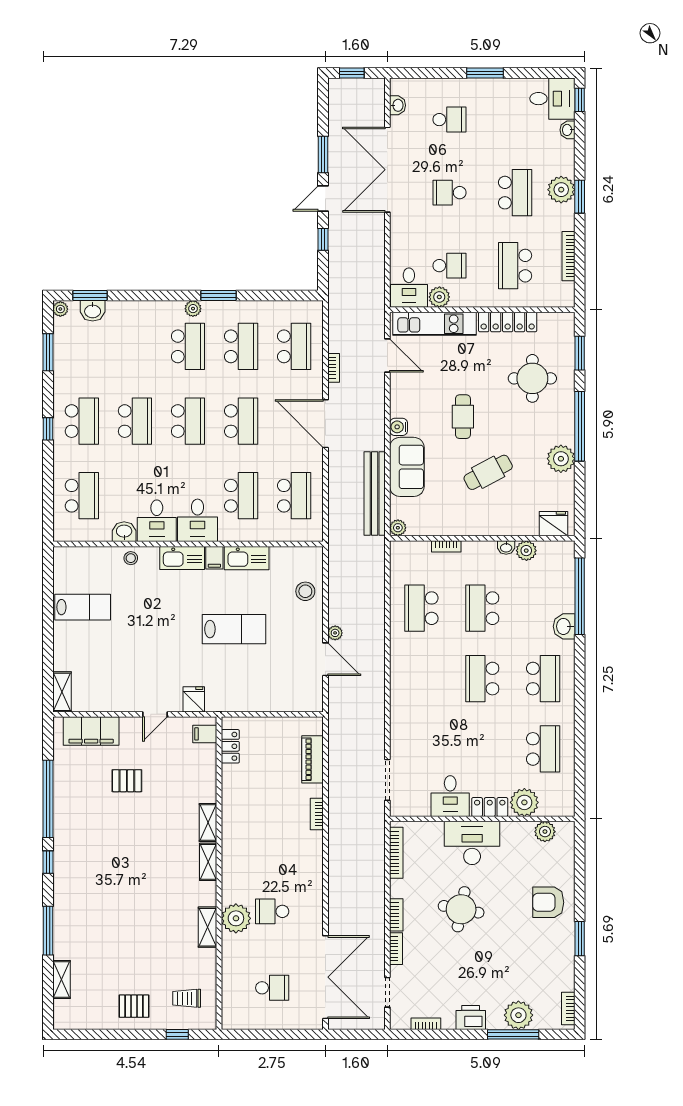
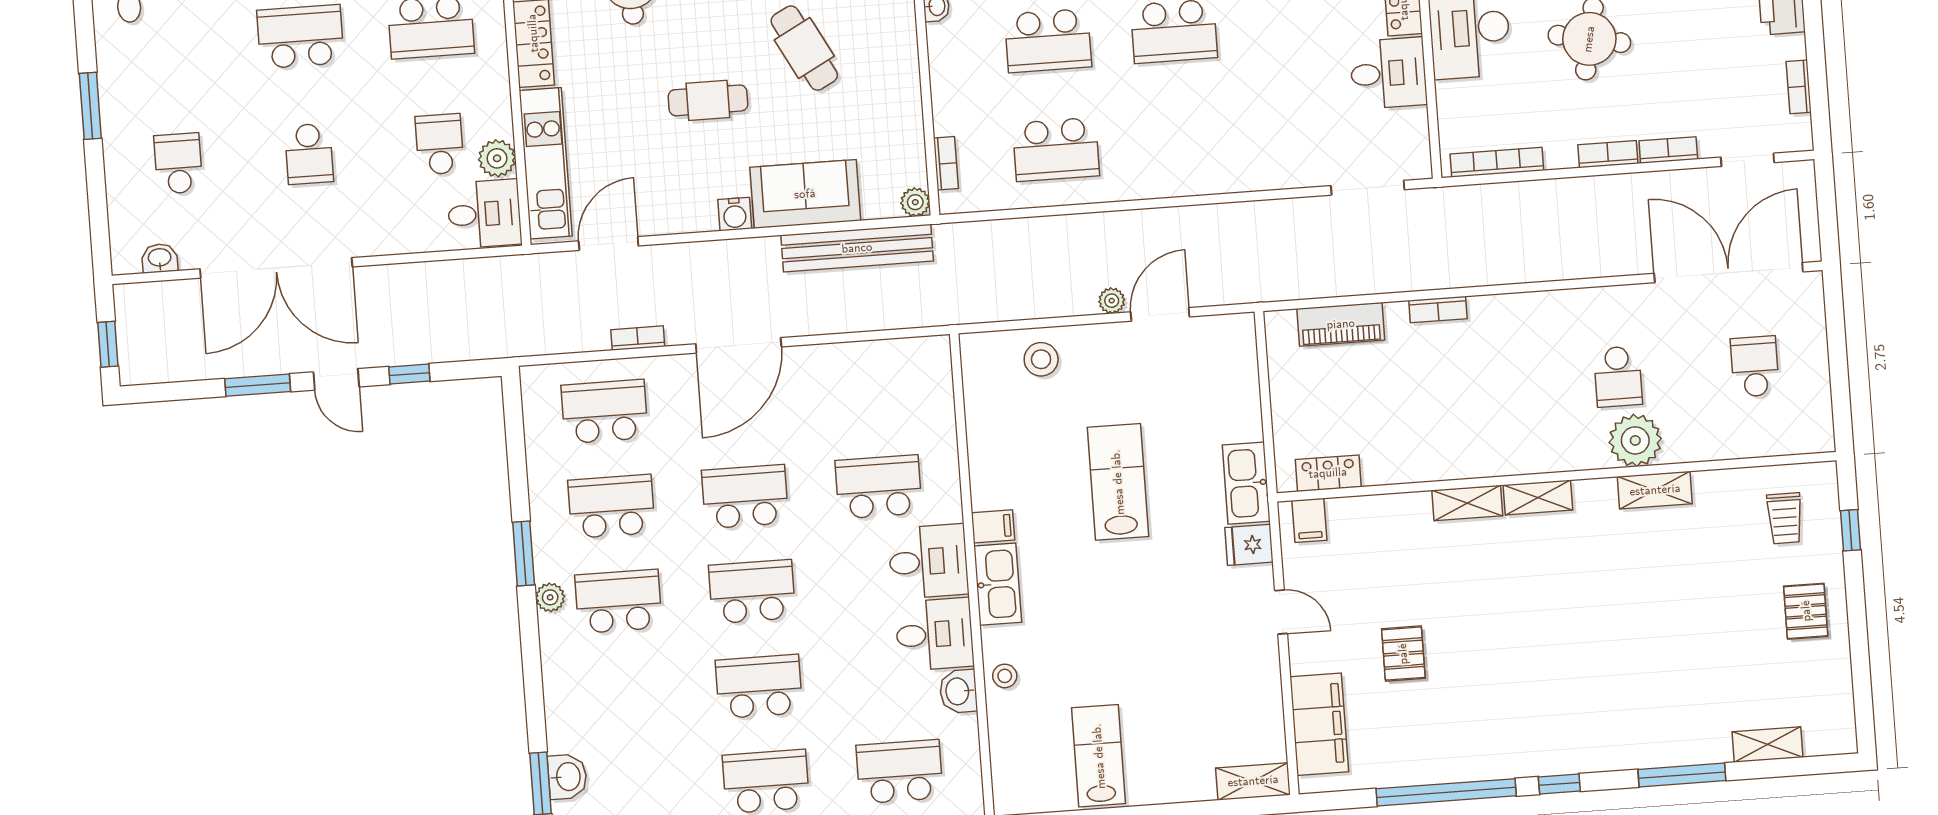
school desk: (294, 496) -> (872, 392), removed
bookcase: (446, 546) -> (946, 163), moved
kitchen sink: (247, 558) -> (1246, 483), moved, turned 180

